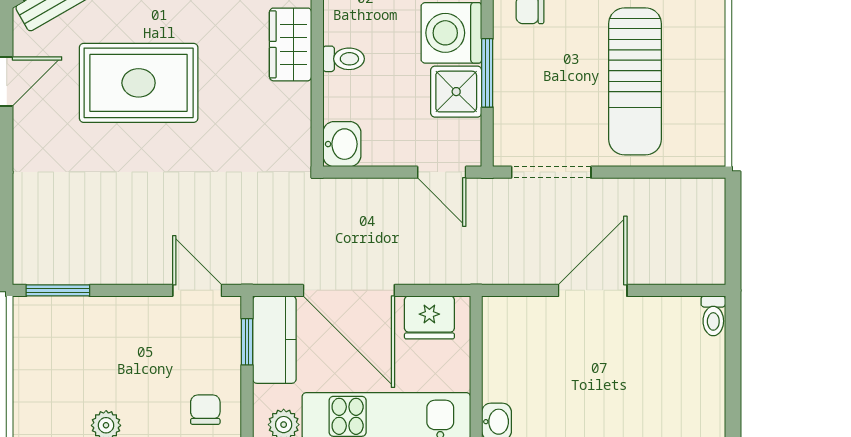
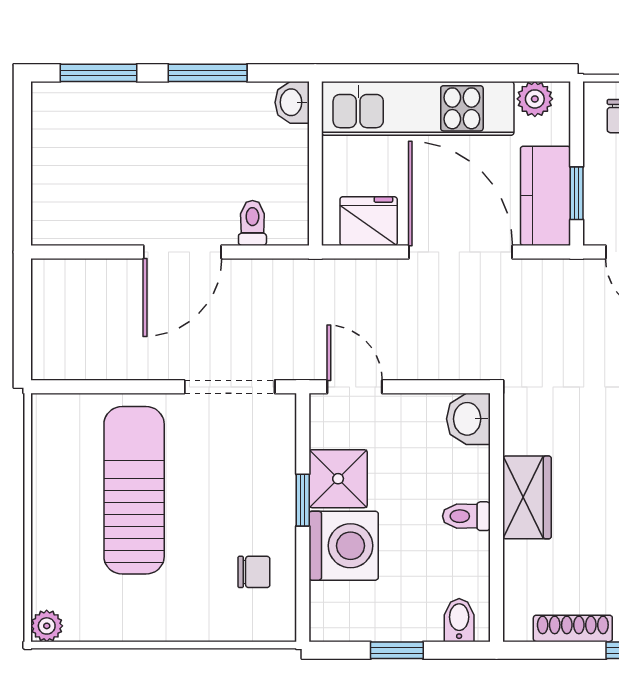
wardrobe: (291, 44) -> (527, 497), moved
window: (487, 73) -> (303, 500), width x0.67
toilet: (713, 316) -> (252, 223), moved

